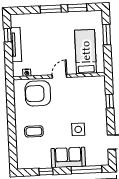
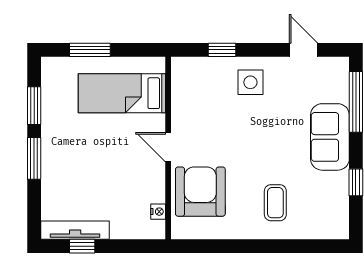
tv unit: (16, 45) -> (75, 230), moved
armchair: (38, 93) -> (200, 192), turned 180
side table: (78, 129) -> (250, 82), moved

